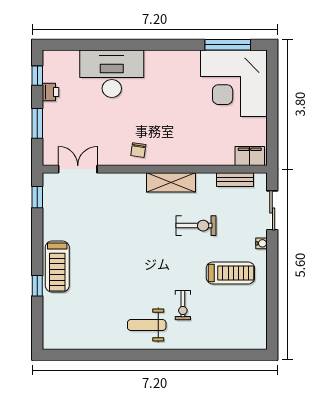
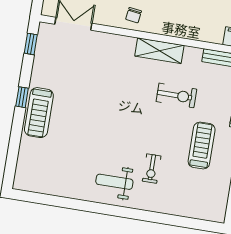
treadmill: (230, 273) -> (202, 146), turned -90
window: (37, 286) -> (22, 97), moved

